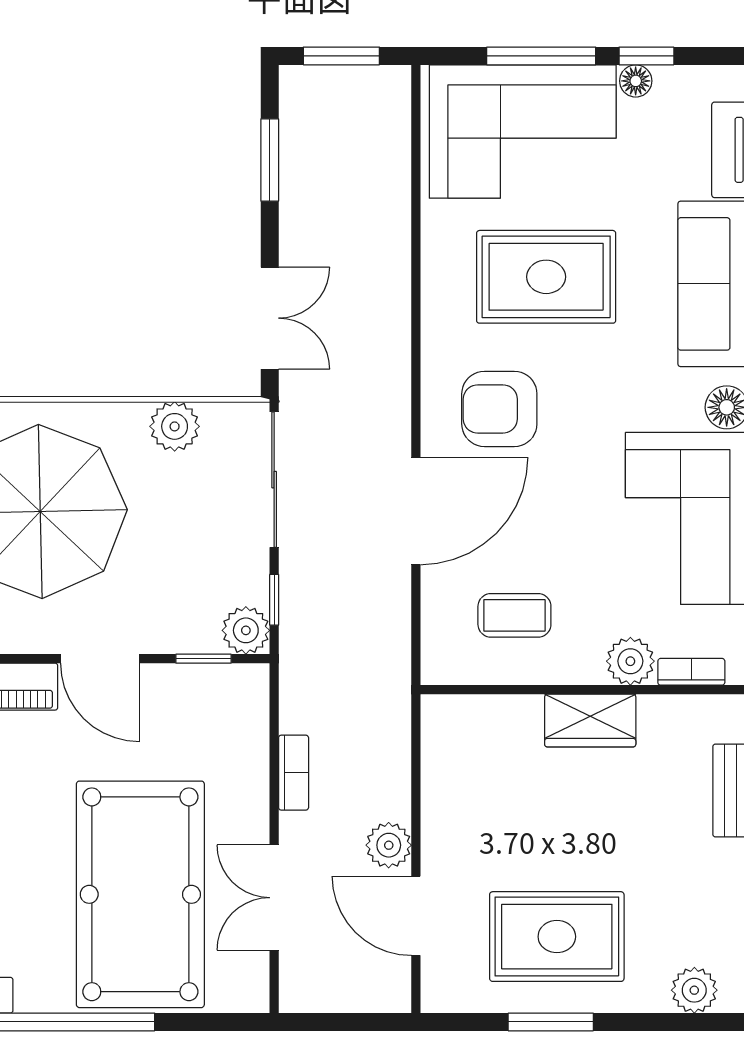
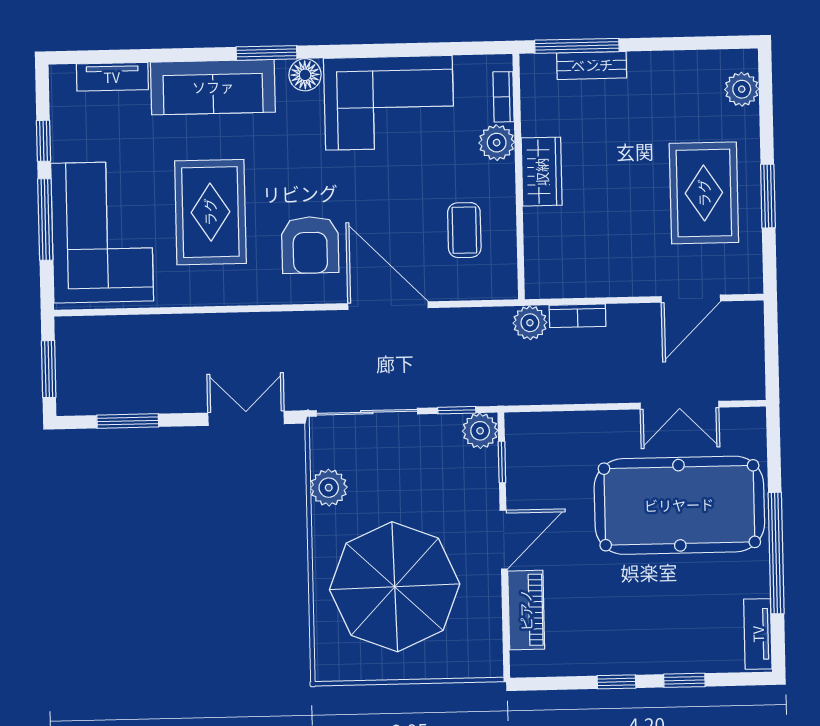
floor lamp: (636, 81) -> (62, 148), removed
bookcase: (294, 773) -> (578, 316), moved, turned 180
plant: (389, 845) -> (530, 323), moved

